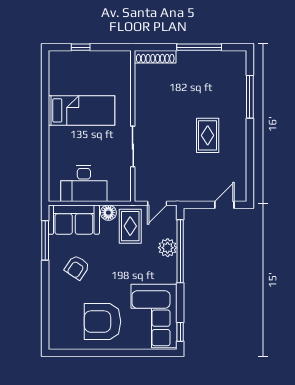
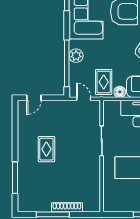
shoe rack: (155, 57) -> (67, 207), moved
door: (157, 203) -> (84, 99), hinge flipped
plant: (168, 248) -> (76, 56), moved

